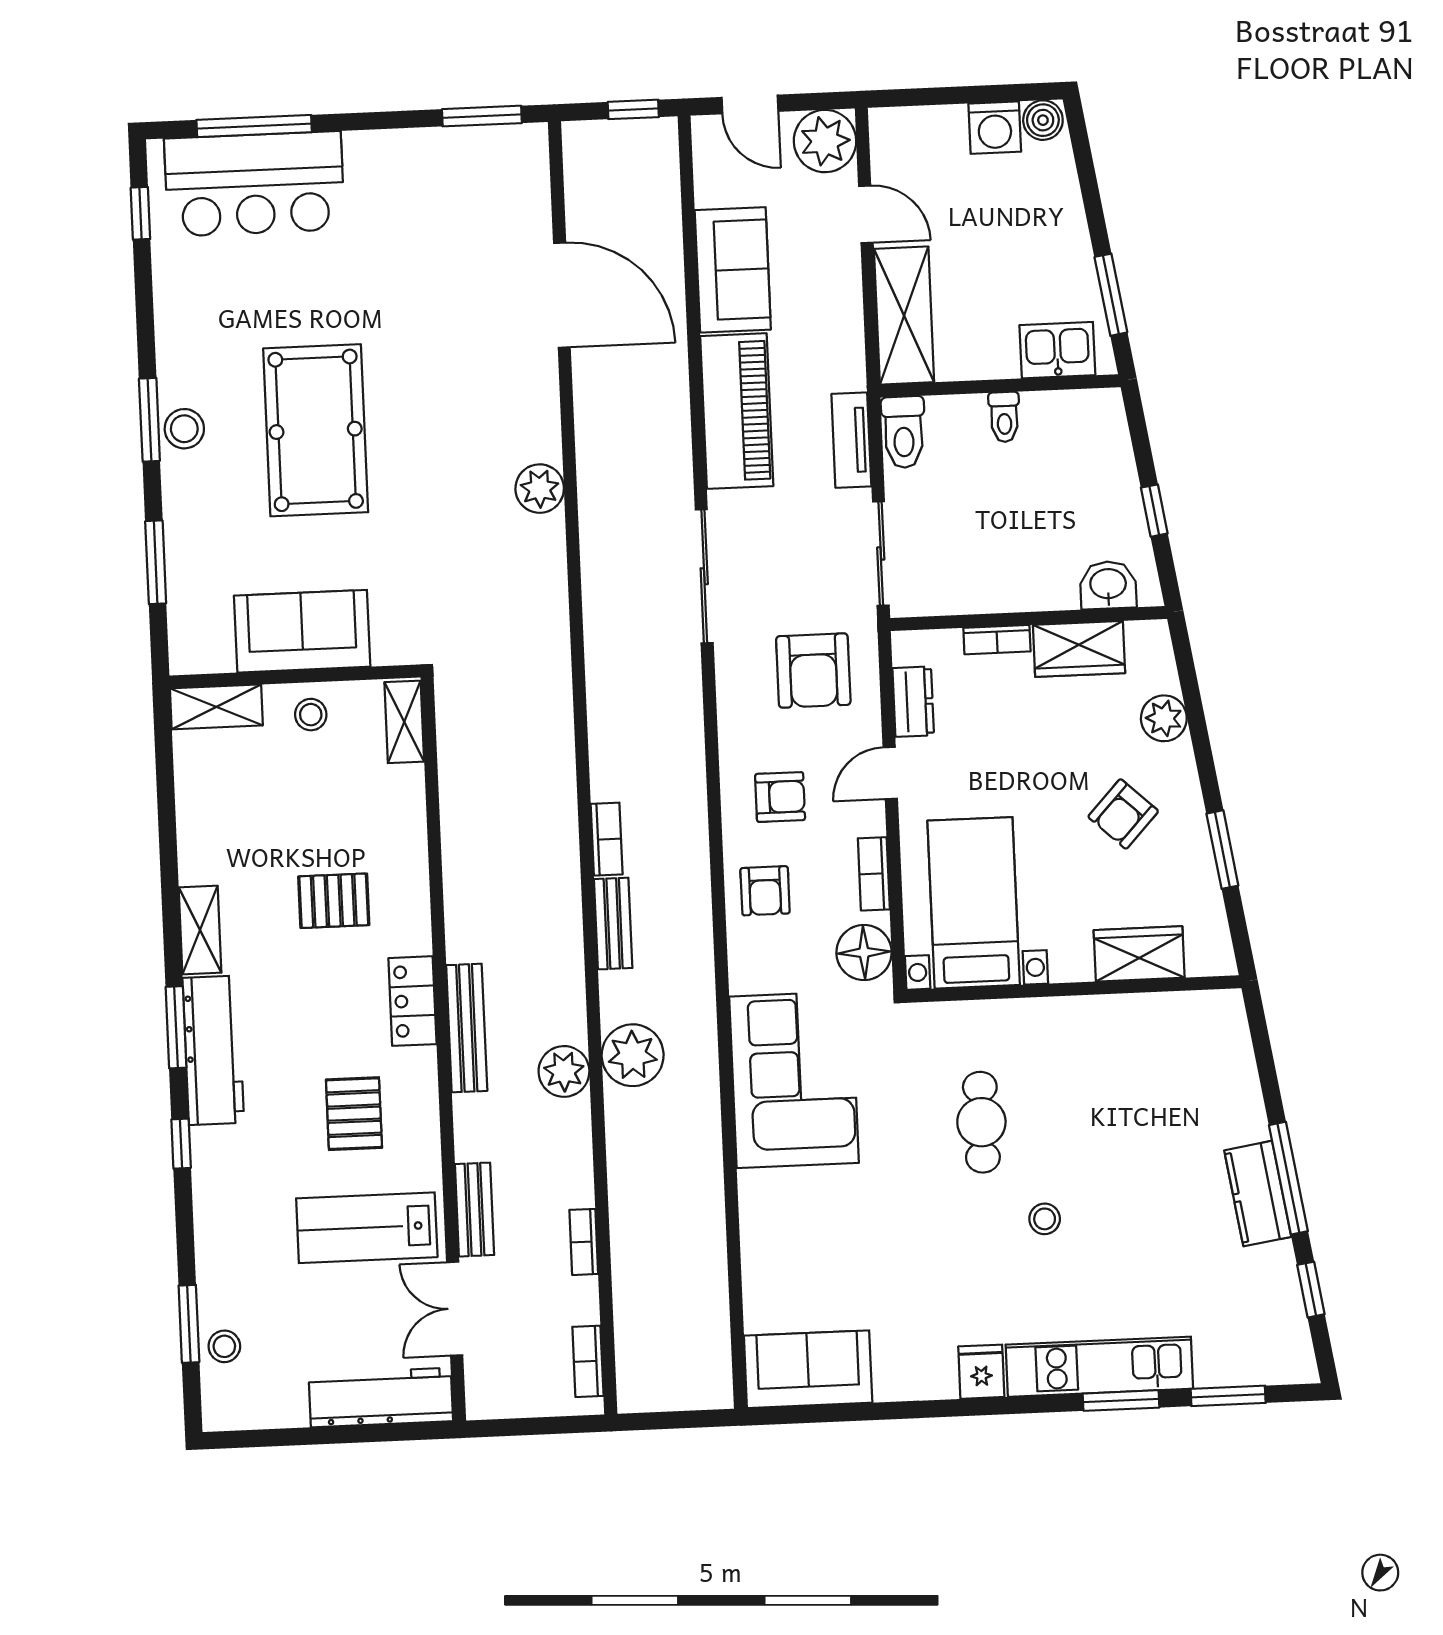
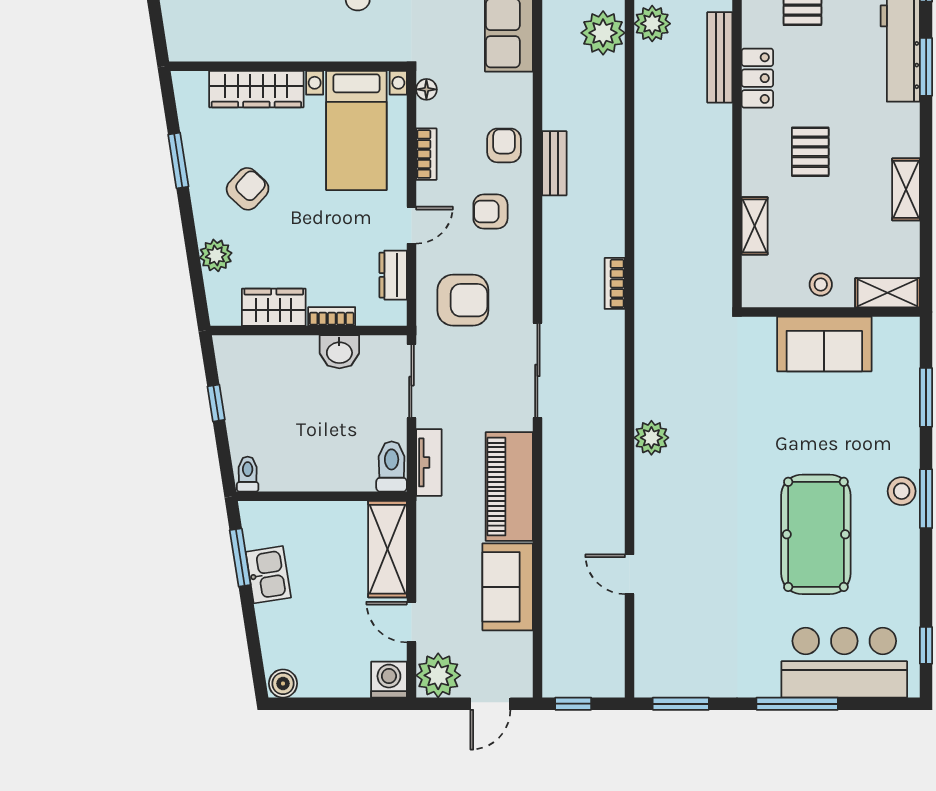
door: (750, 104) -> (490, 704), swing flipped
window: (254, 126) -> (797, 704), moved
washing machine: (995, 128) -> (389, 680), moved
door: (562, 295) -> (630, 574), width x0.53
kitchen sink: (1057, 350) -> (268, 575), moved, turned -99
toilet: (1004, 417) -> (248, 474), moved
pool table: (316, 430) -> (816, 534), moved
washbasin: (1108, 585) -> (339, 352), moved
armchair: (813, 671) -> (463, 300), turned 90
shelving: (404, 722) -> (755, 226), moved
bookcase: (607, 839) -> (615, 283), moved
pallet: (334, 901) -> (810, 152), turned 90
bench: (613, 924) -> (554, 163), moved
shelving: (200, 930) -> (906, 189), moved
floor lamp: (864, 953) -> (426, 89), width x0.53, depth x0.53
wardrobe: (1139, 954) -> (256, 89), width x1.50

